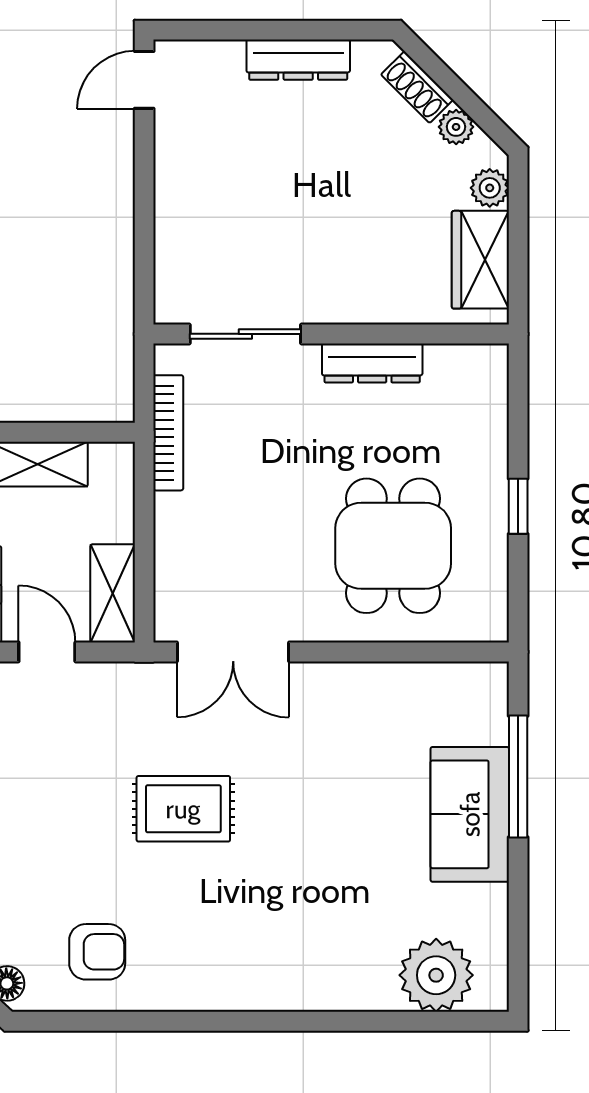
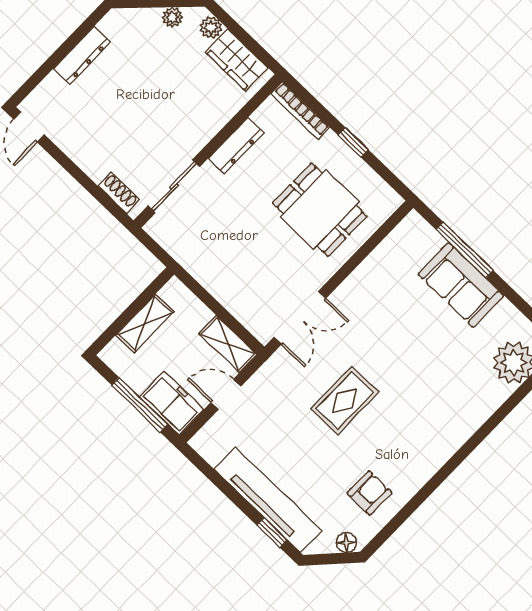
shoe rack: (417, 87) -> (119, 193), moved, turned -135
bookcase: (168, 433) -> (300, 111), moved, turned 180

